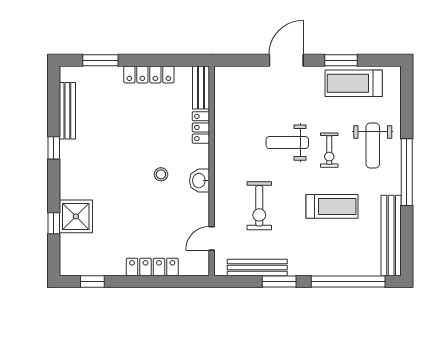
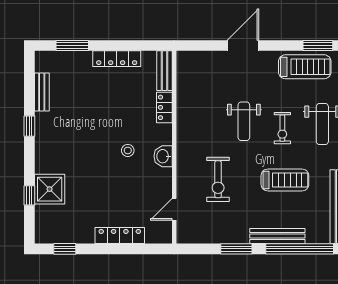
window: (341, 60) -> (318, 46), moved
treadmill: (354, 83) -> (305, 67), turned 180
bench: (67, 111) -> (42, 92), width x0.73
weight bench: (287, 143) -> (244, 121), turned -90
bench: (257, 267) -> (277, 236), moved

